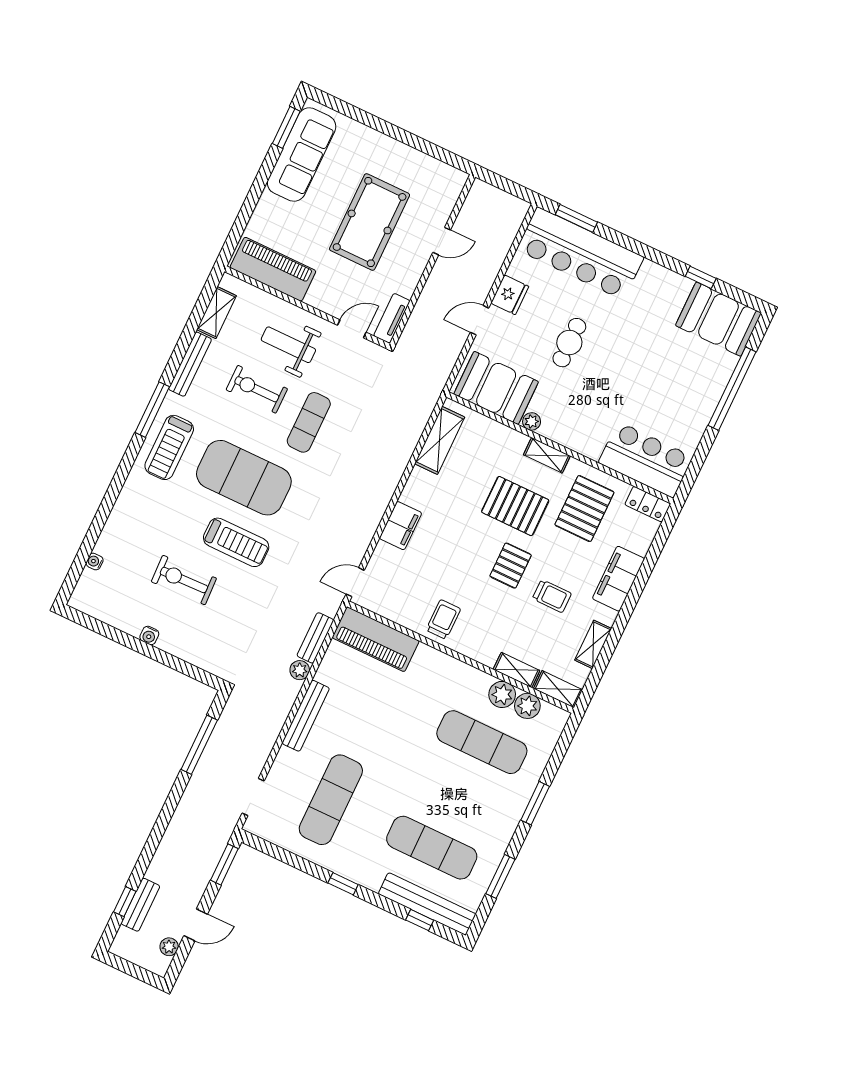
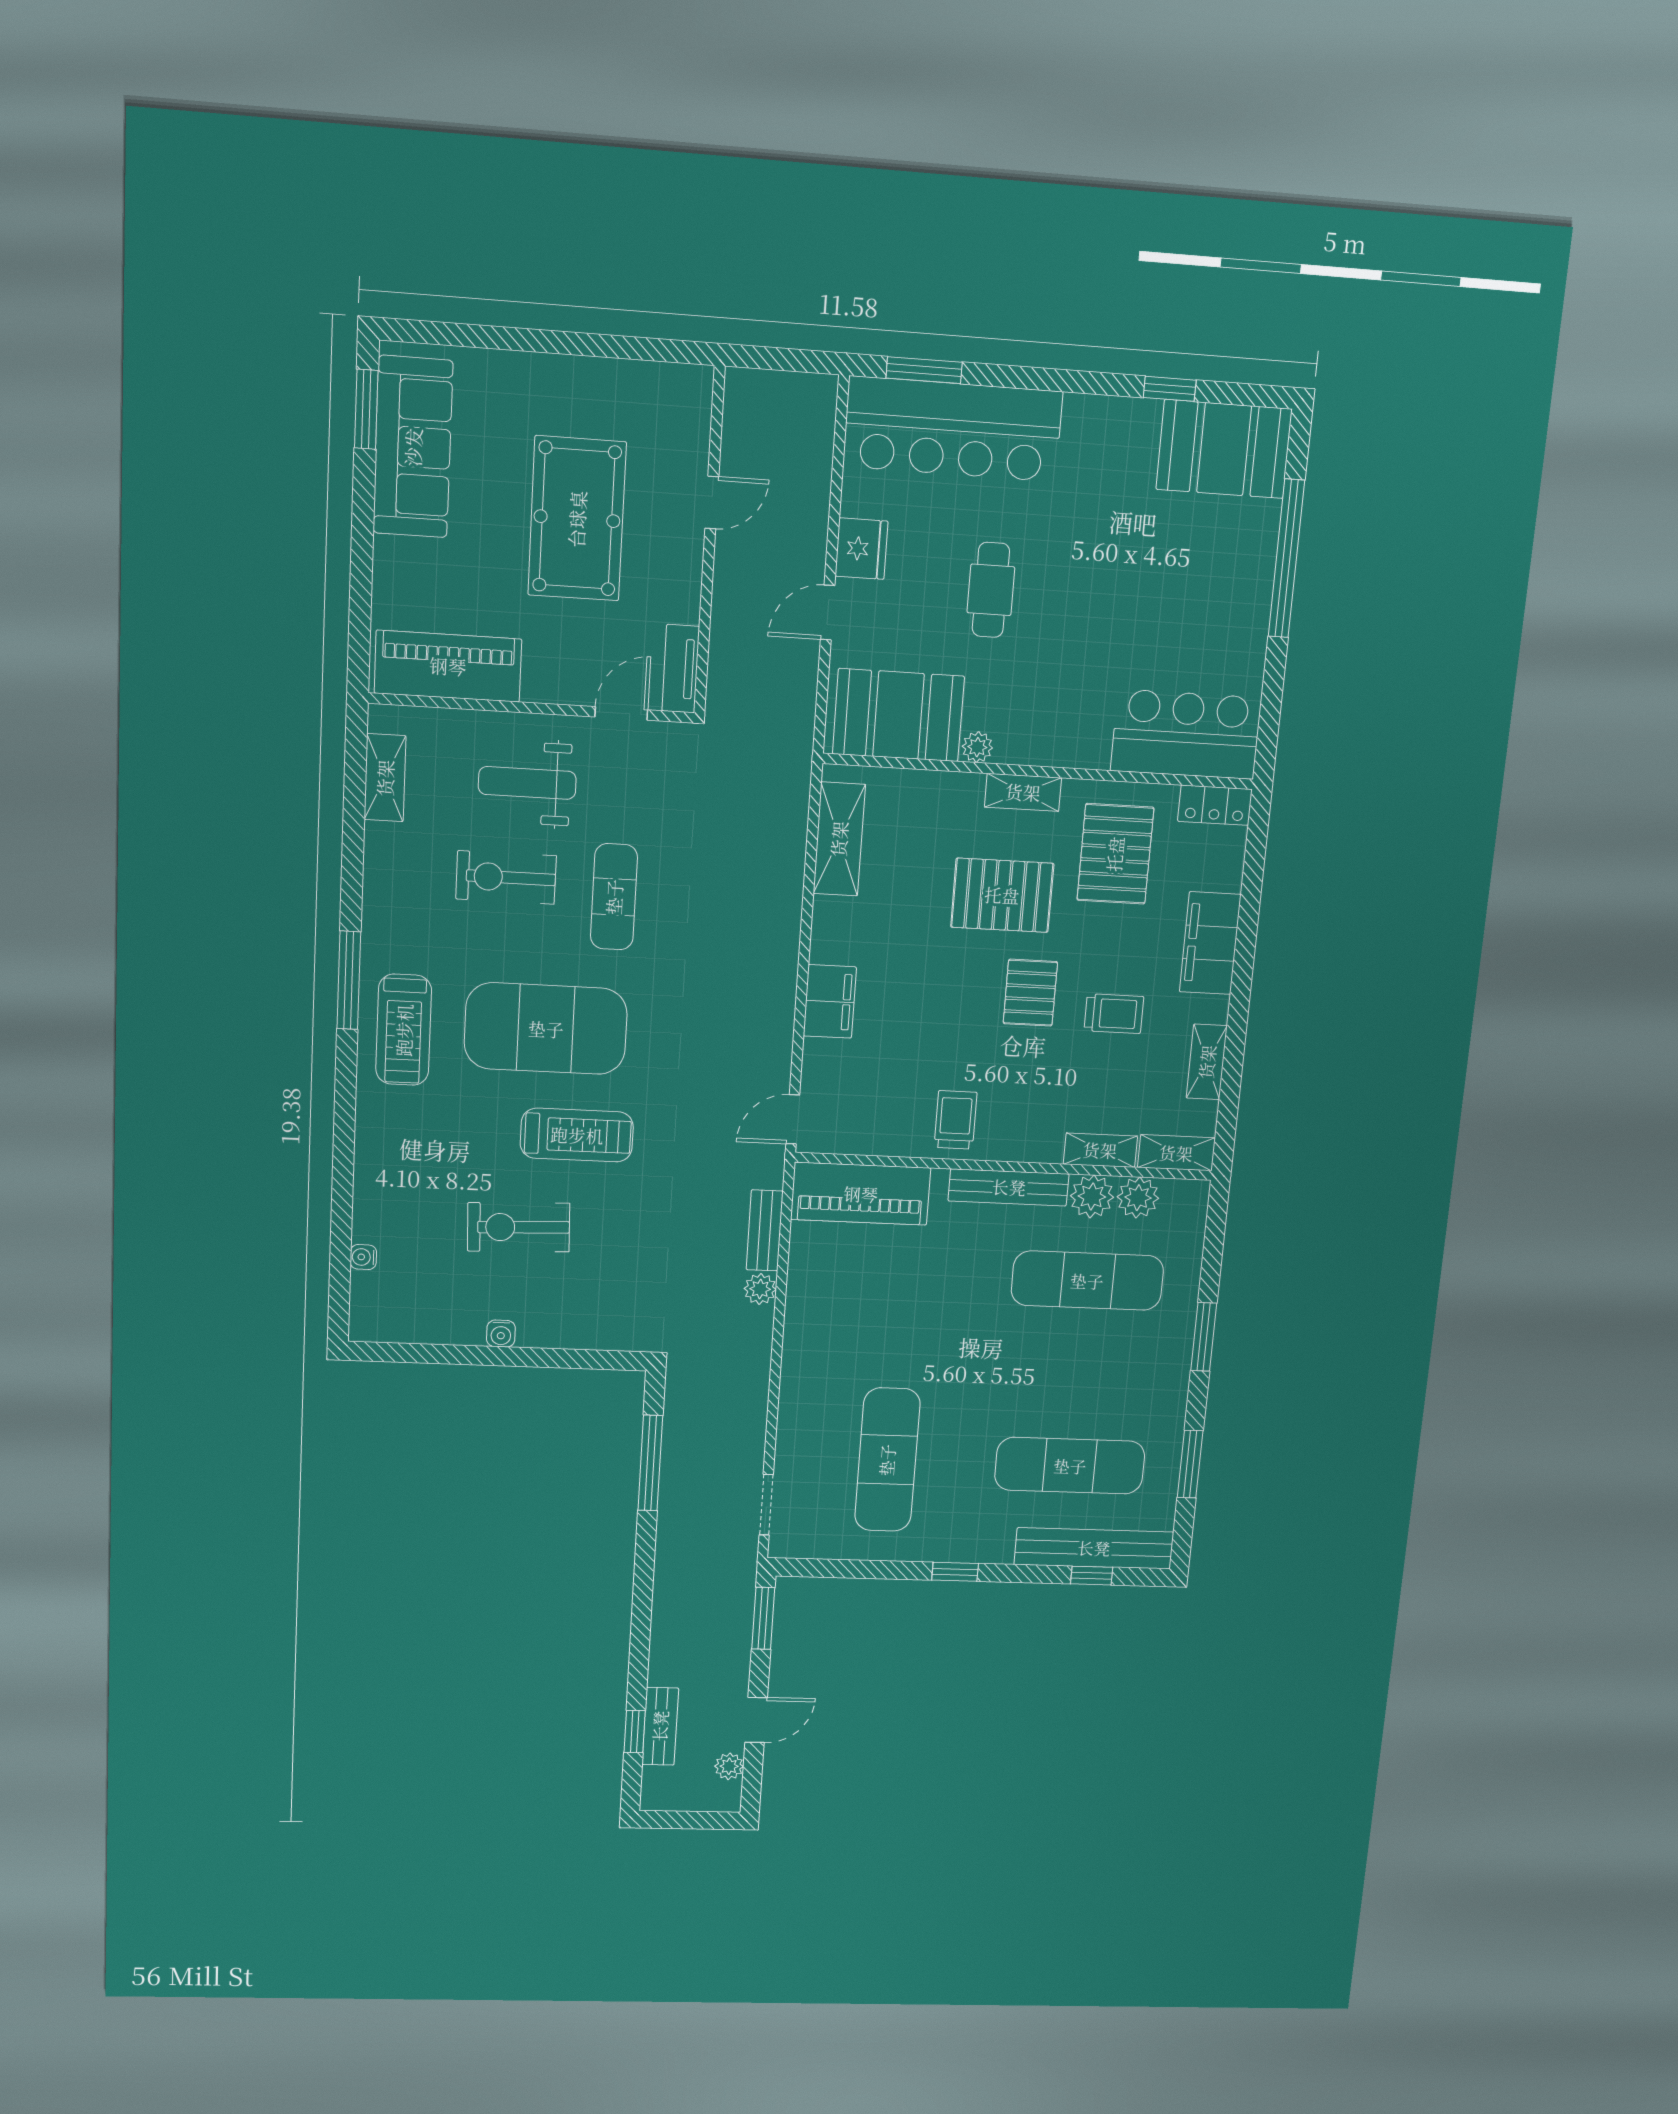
bench: (190, 364) -> (378, 881), removed
bench: (306, 716) -> (1009, 1187), moved, turned 90

